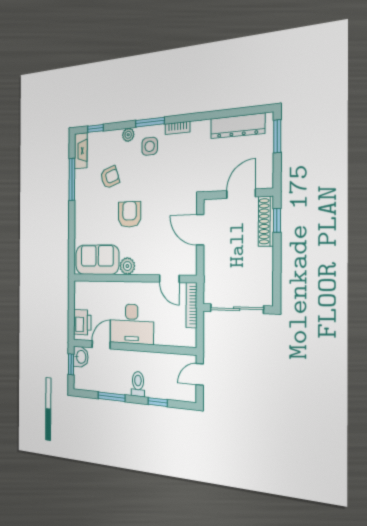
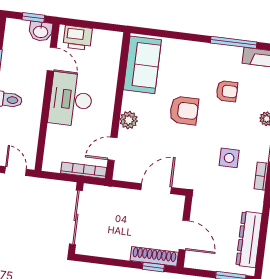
side table: (150, 146) -> (229, 158), moved
armchair: (110, 177) -> (227, 91), turned -71
plant: (127, 266) -> (129, 120), moved

